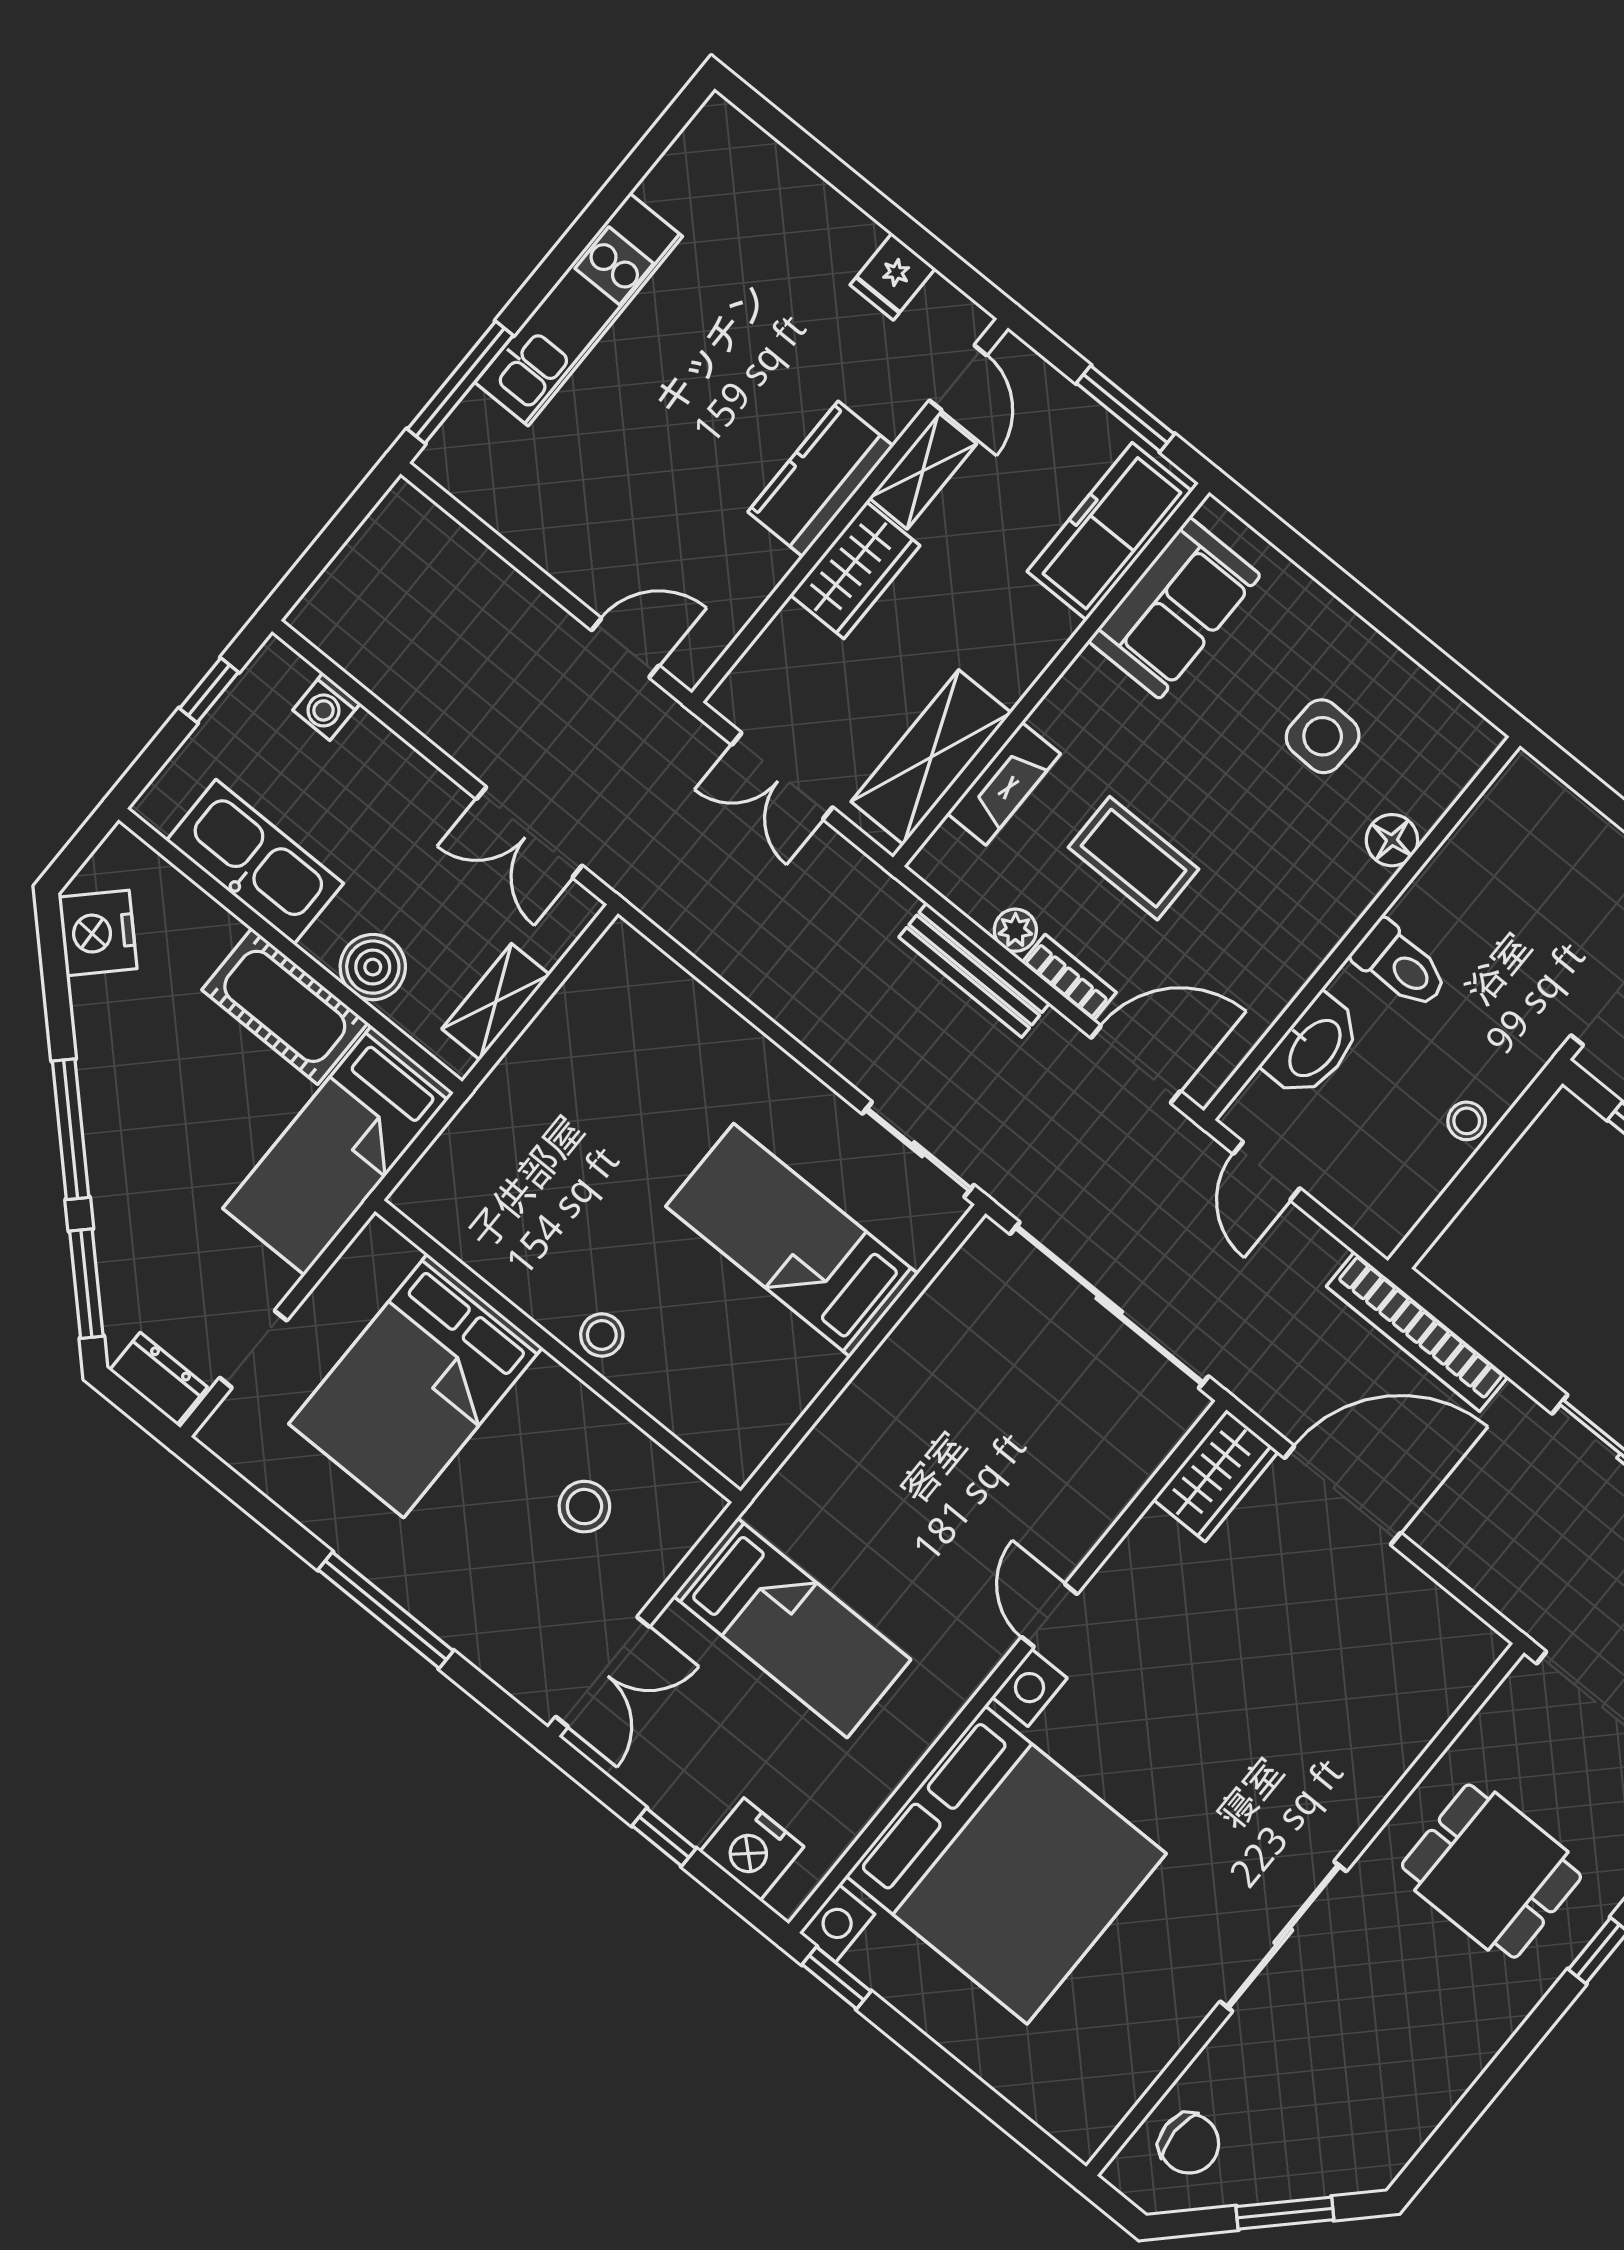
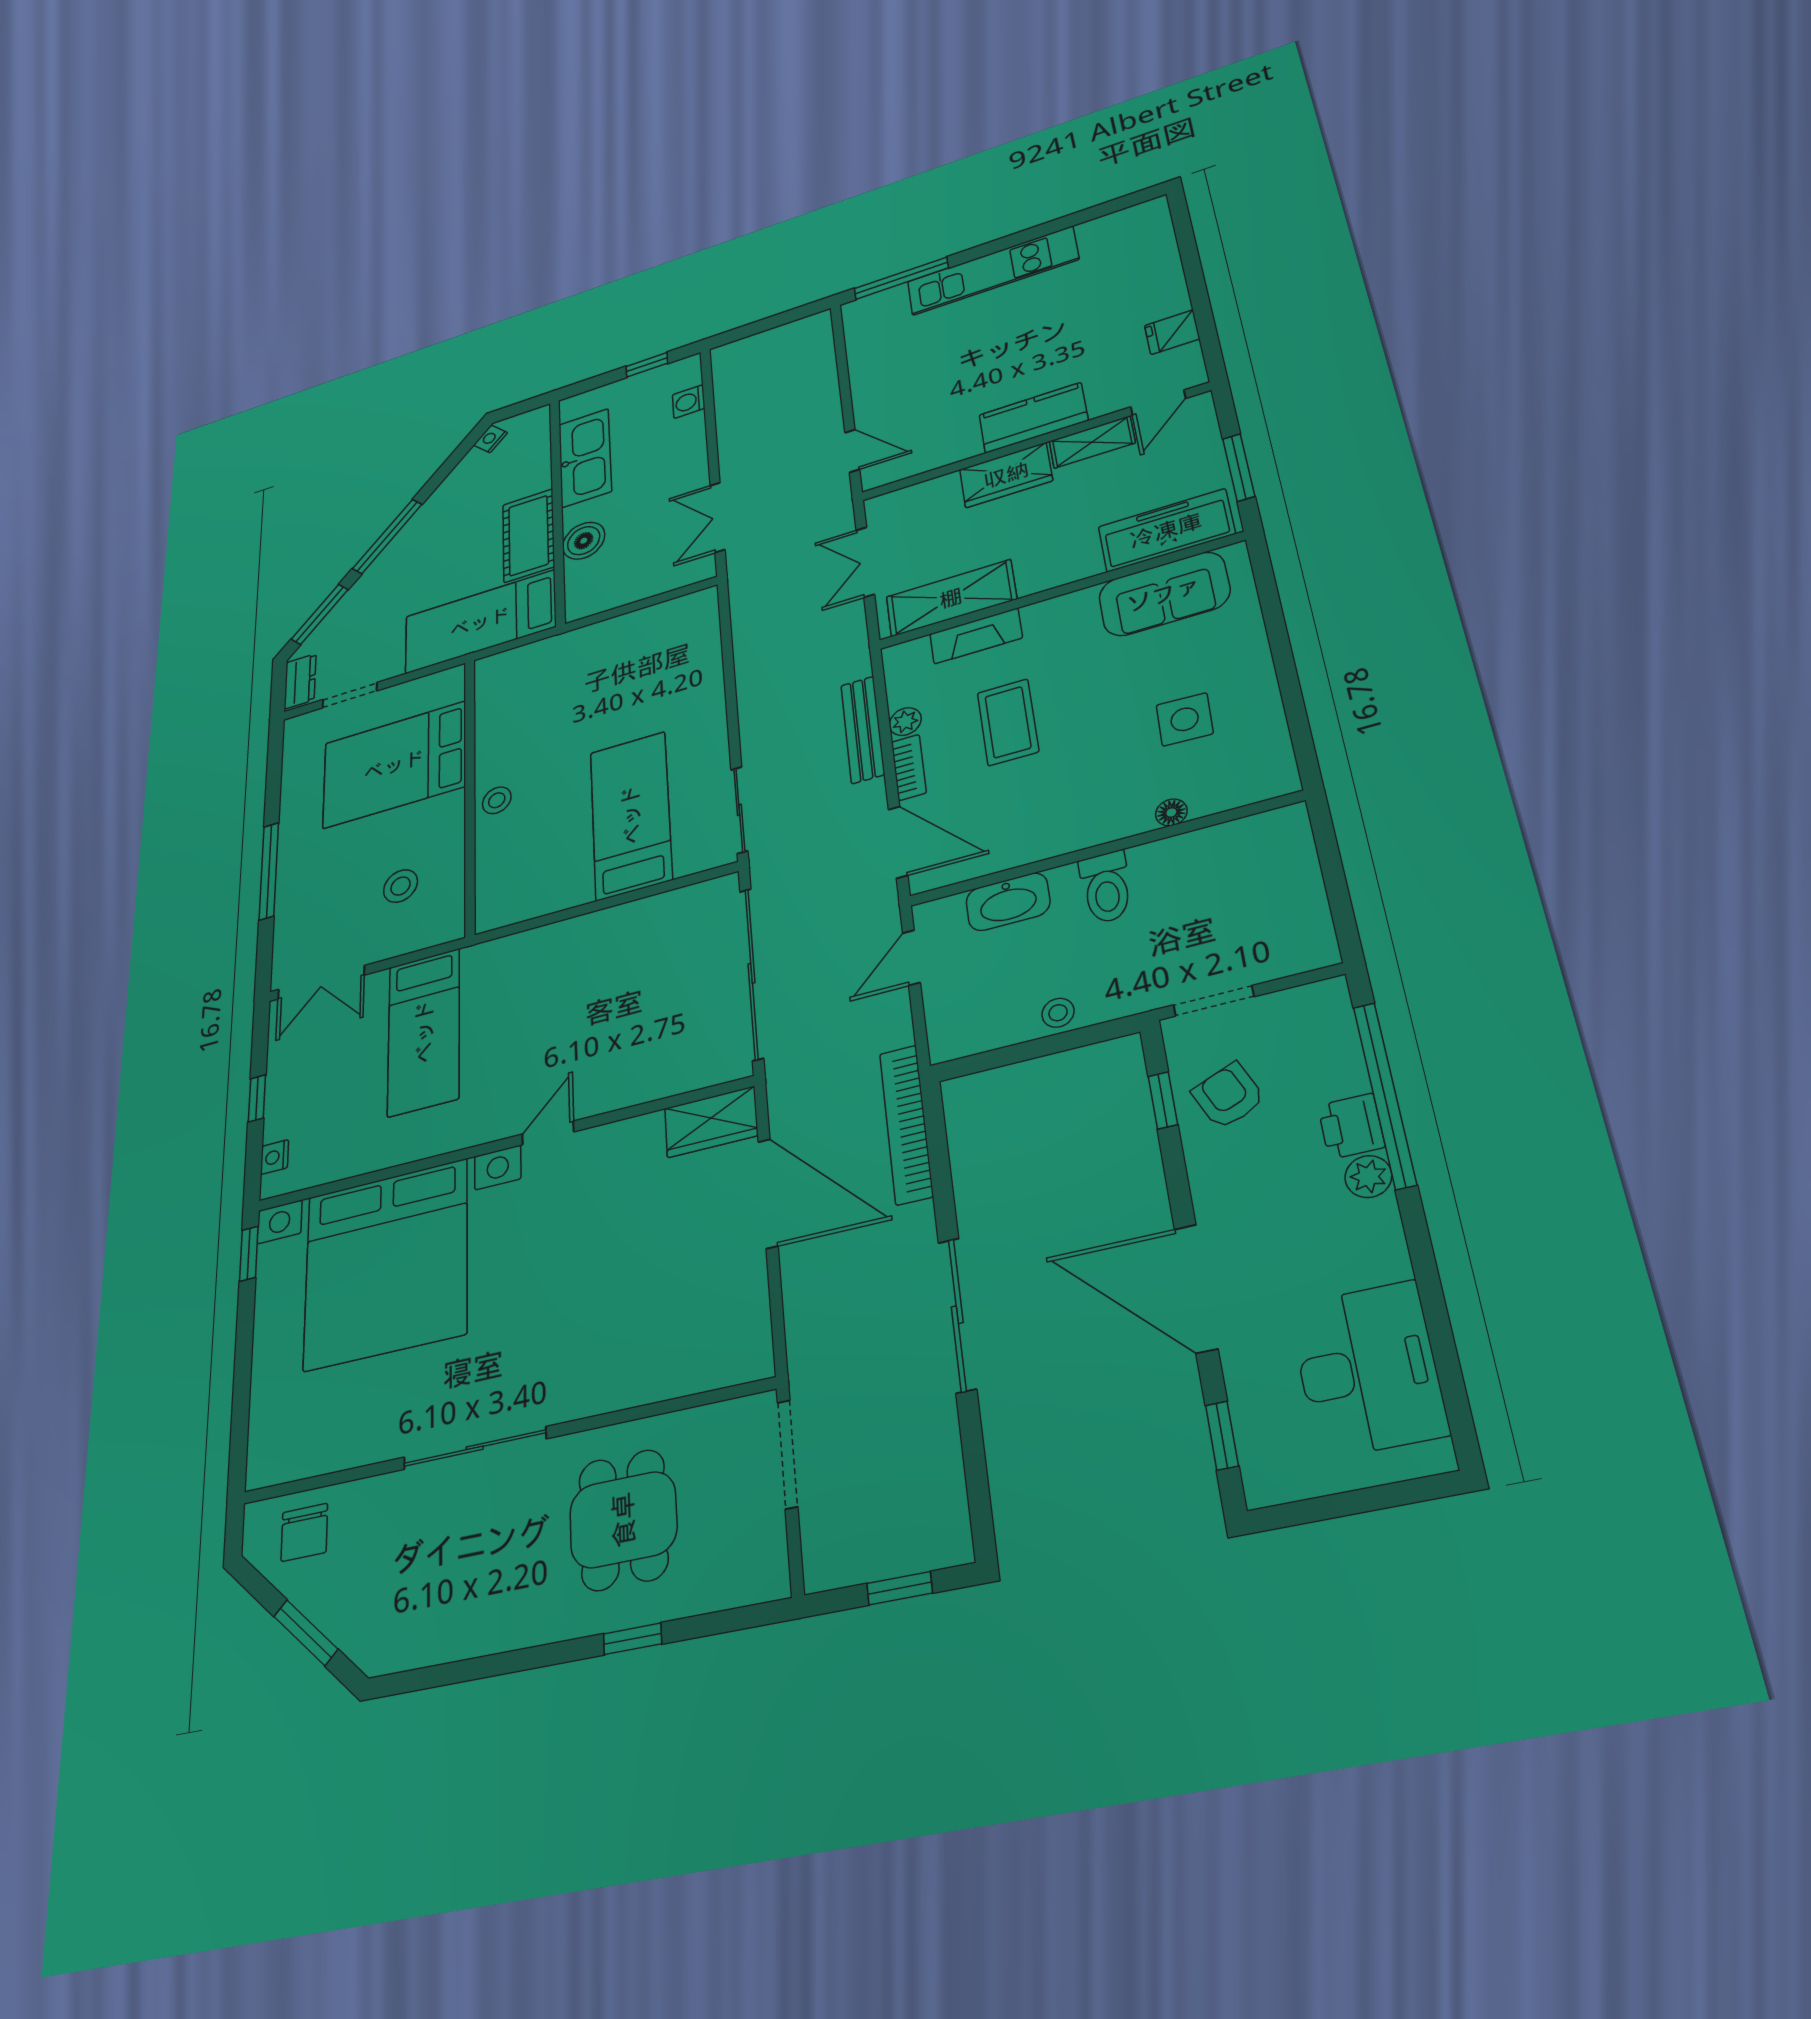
floor lamp: (1392, 840) -> (1171, 812), width x0.73, depth x0.73
nightstand: (98, 933) -> (491, 439), width x0.53, depth x0.56
shelving: (496, 1002) -> (619, 593), removed
nightstand: (752, 1849) -> (275, 1157), width x0.53, depth x0.56

